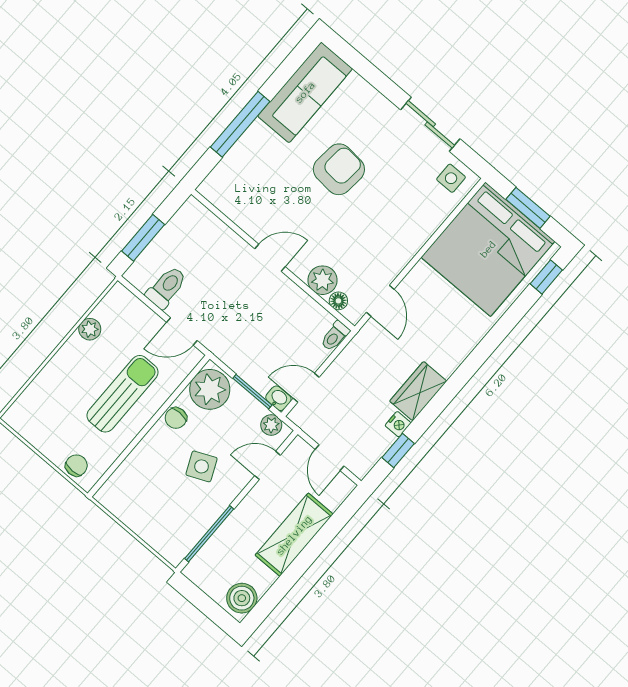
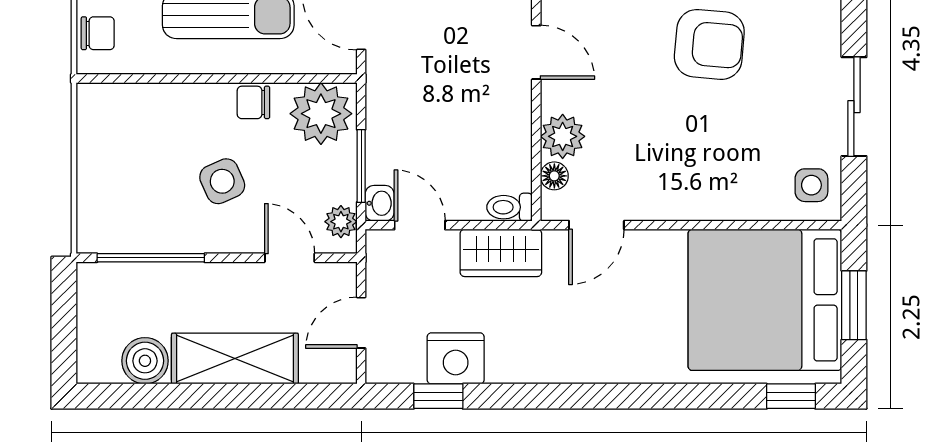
wardrobe: (418, 391) -> (501, 253), moved, turned 180
nightstand: (398, 424) -> (456, 358), width x1.89, depth x1.79
boiler: (242, 598) -> (145, 361), moved

